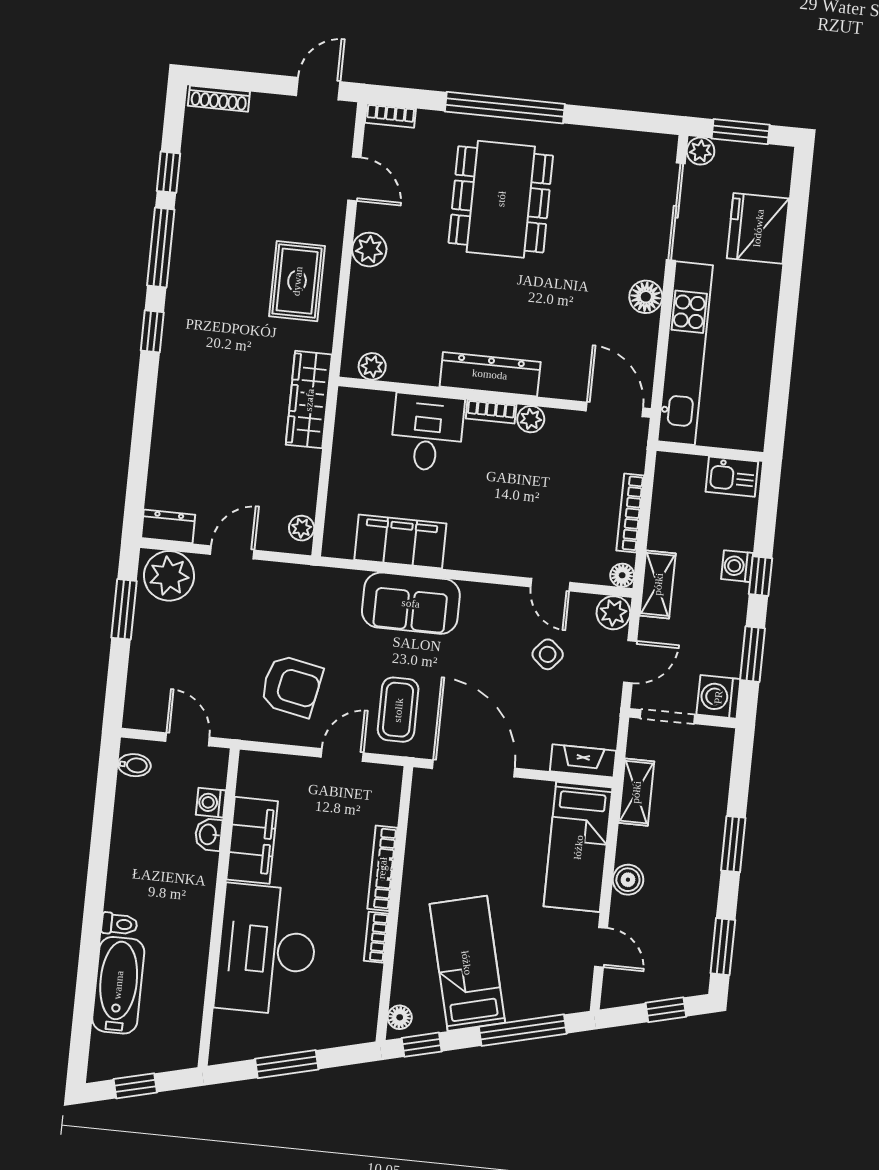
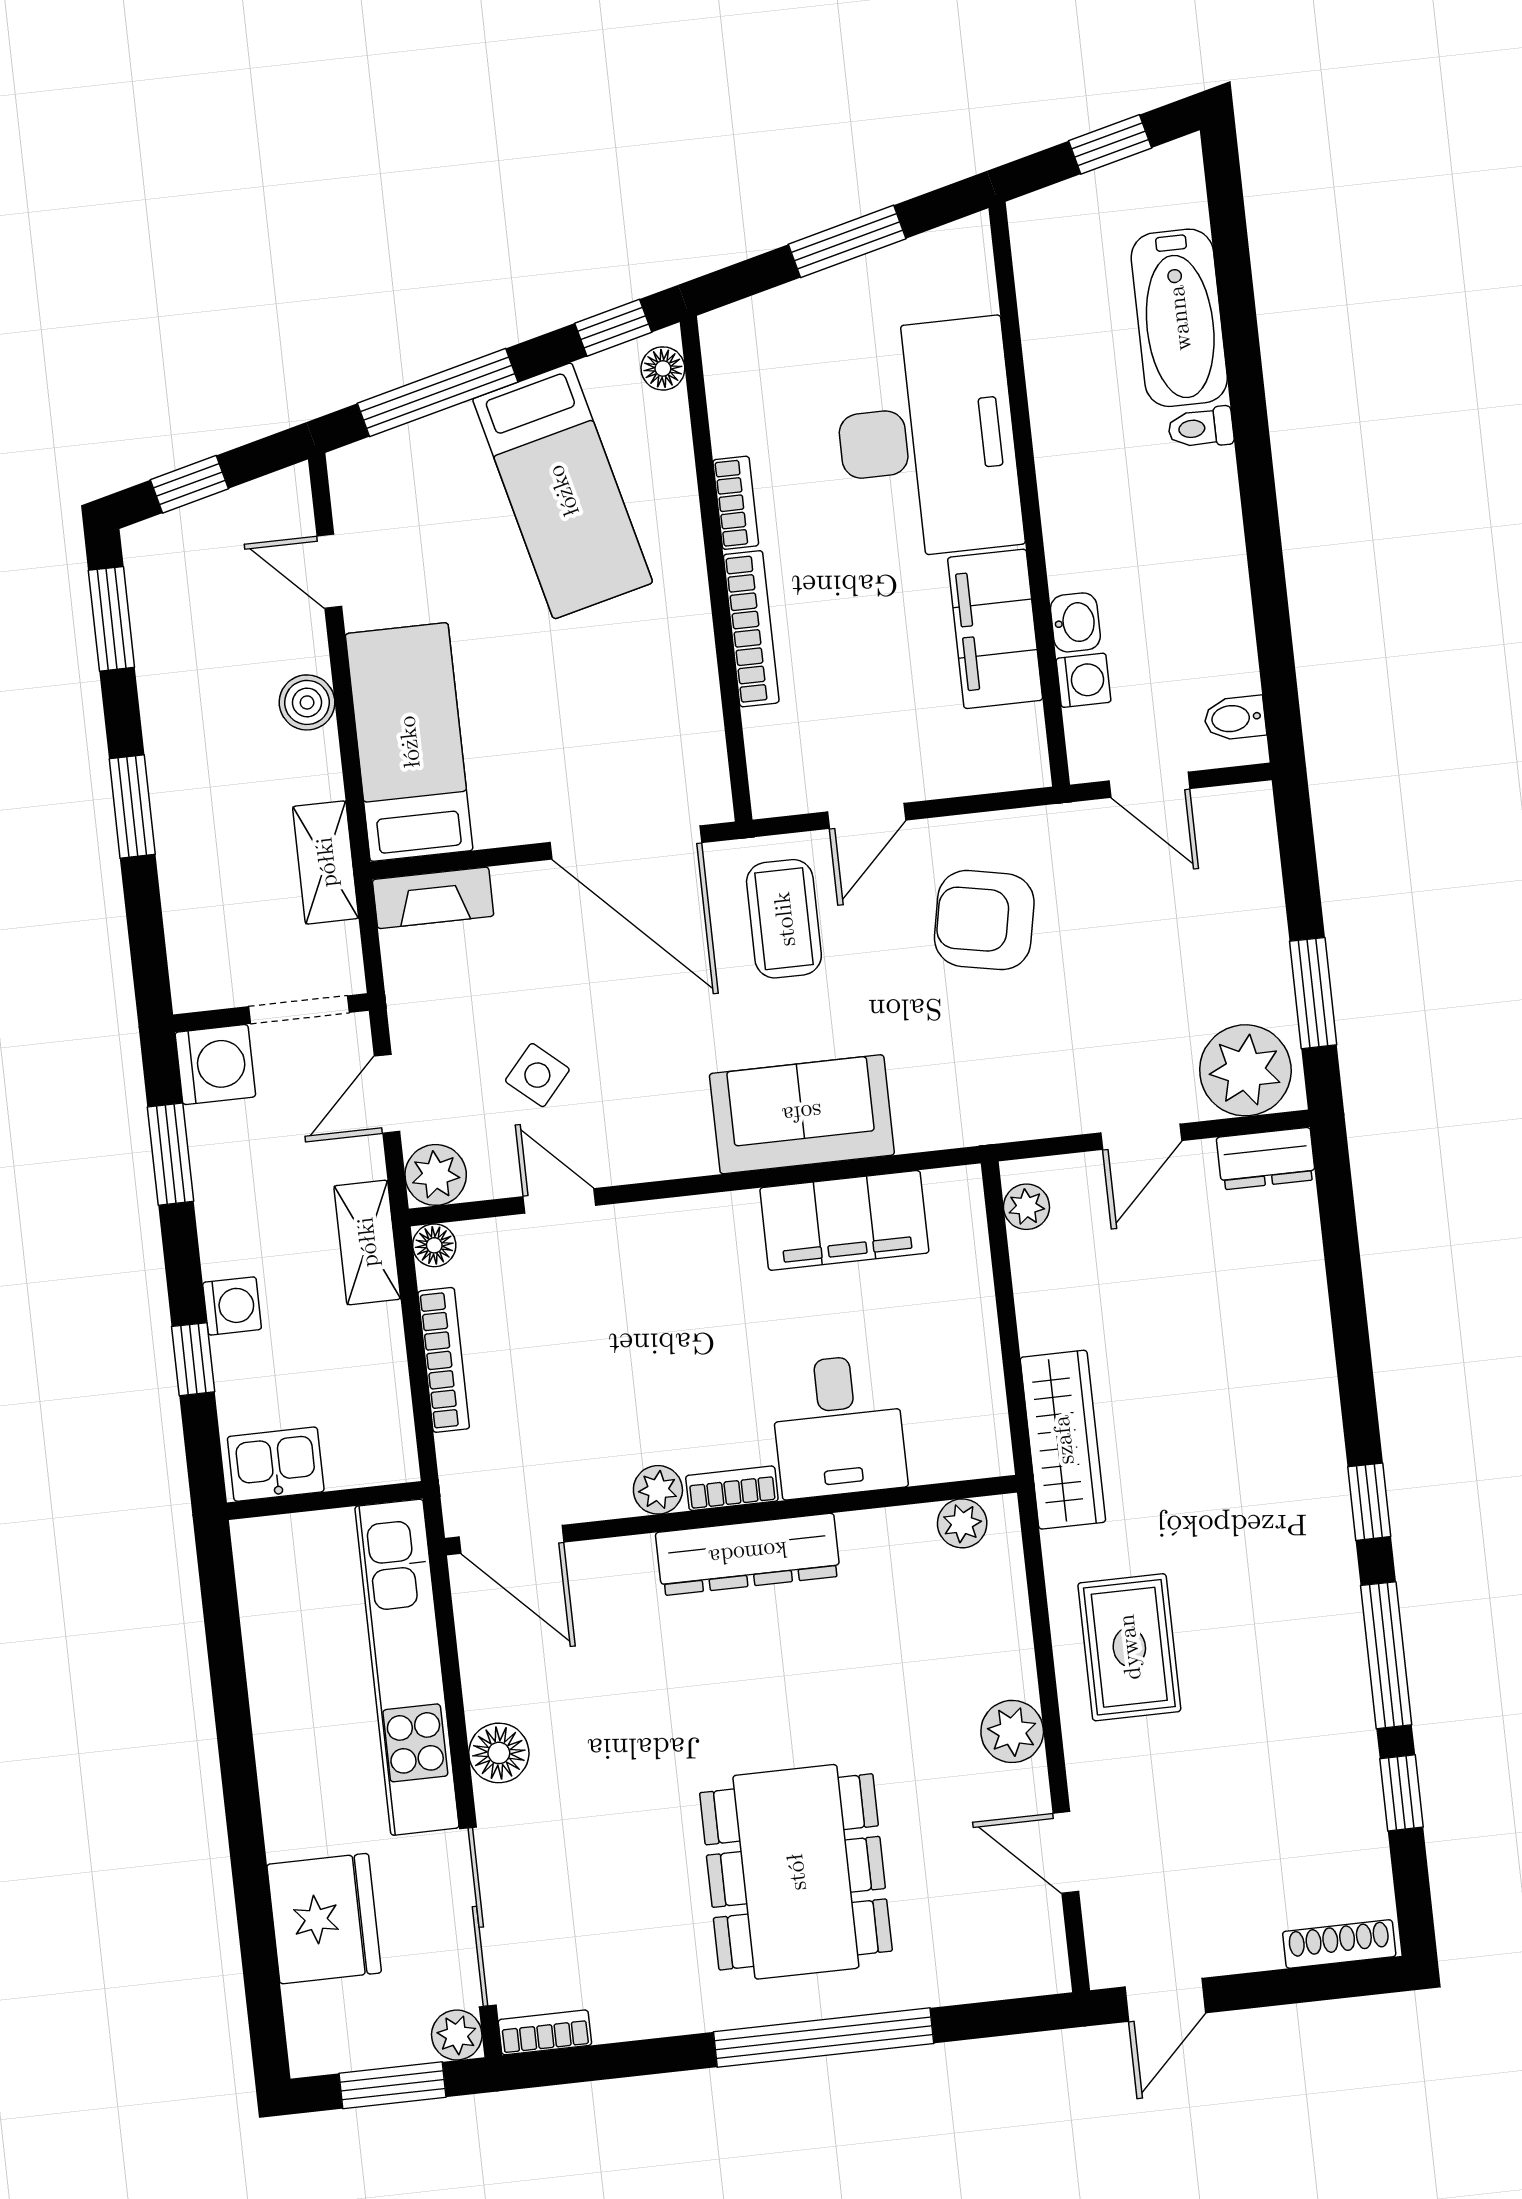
bookcase: (390, 116) -> (545, 2032), moved
window: (760, 576) -> (193, 1359), moved

